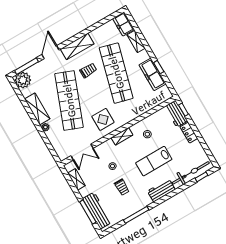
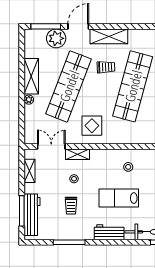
plant: (23, 80) -> (56, 38), moved
shelving: (122, 136) -> (77, 154), moved
double door: (82, 152) -> (51, 146), swing flipped

